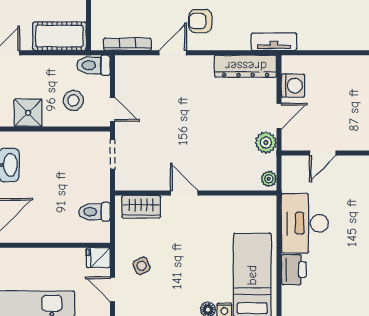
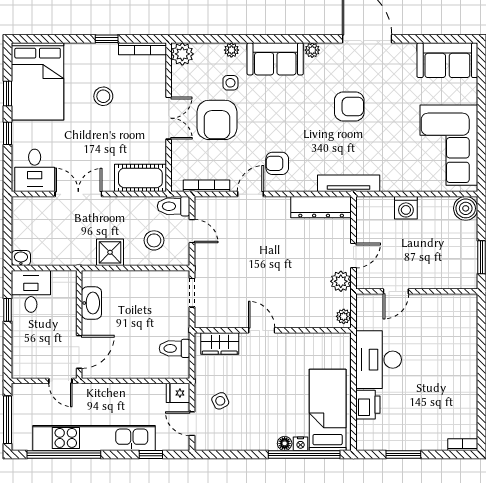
tv unit: (274, 42) -> (349, 183), width x1.41
washing machine: (293, 86) -> (406, 208), moved, turned 90
door: (113, 109) -> (192, 231), moved

